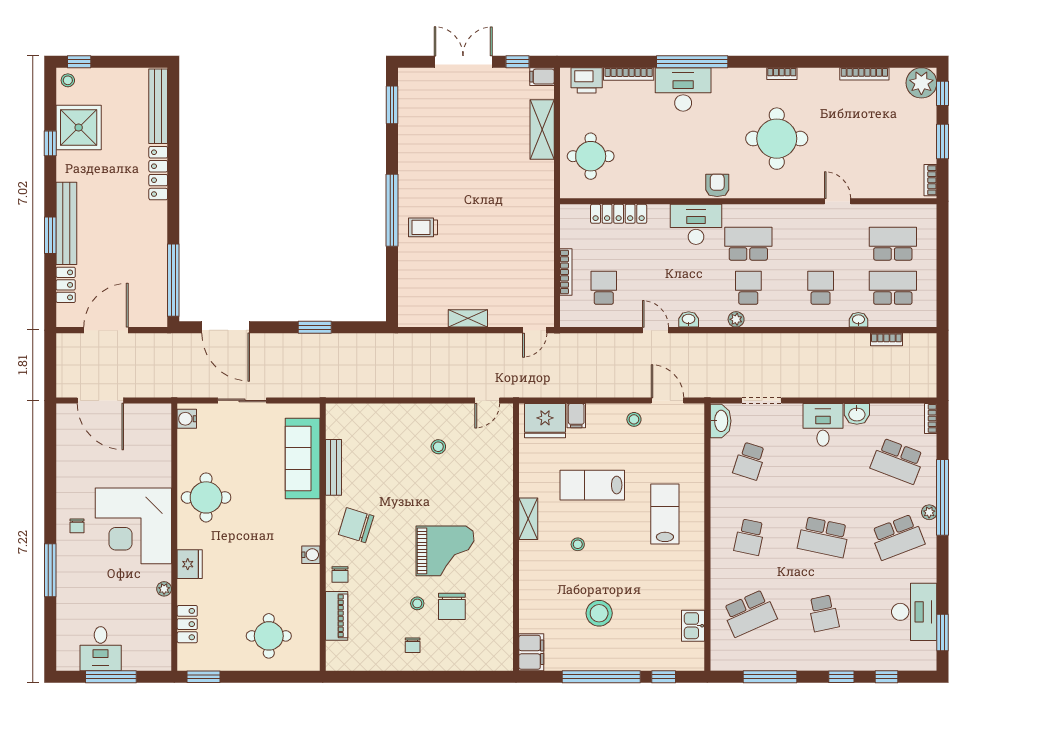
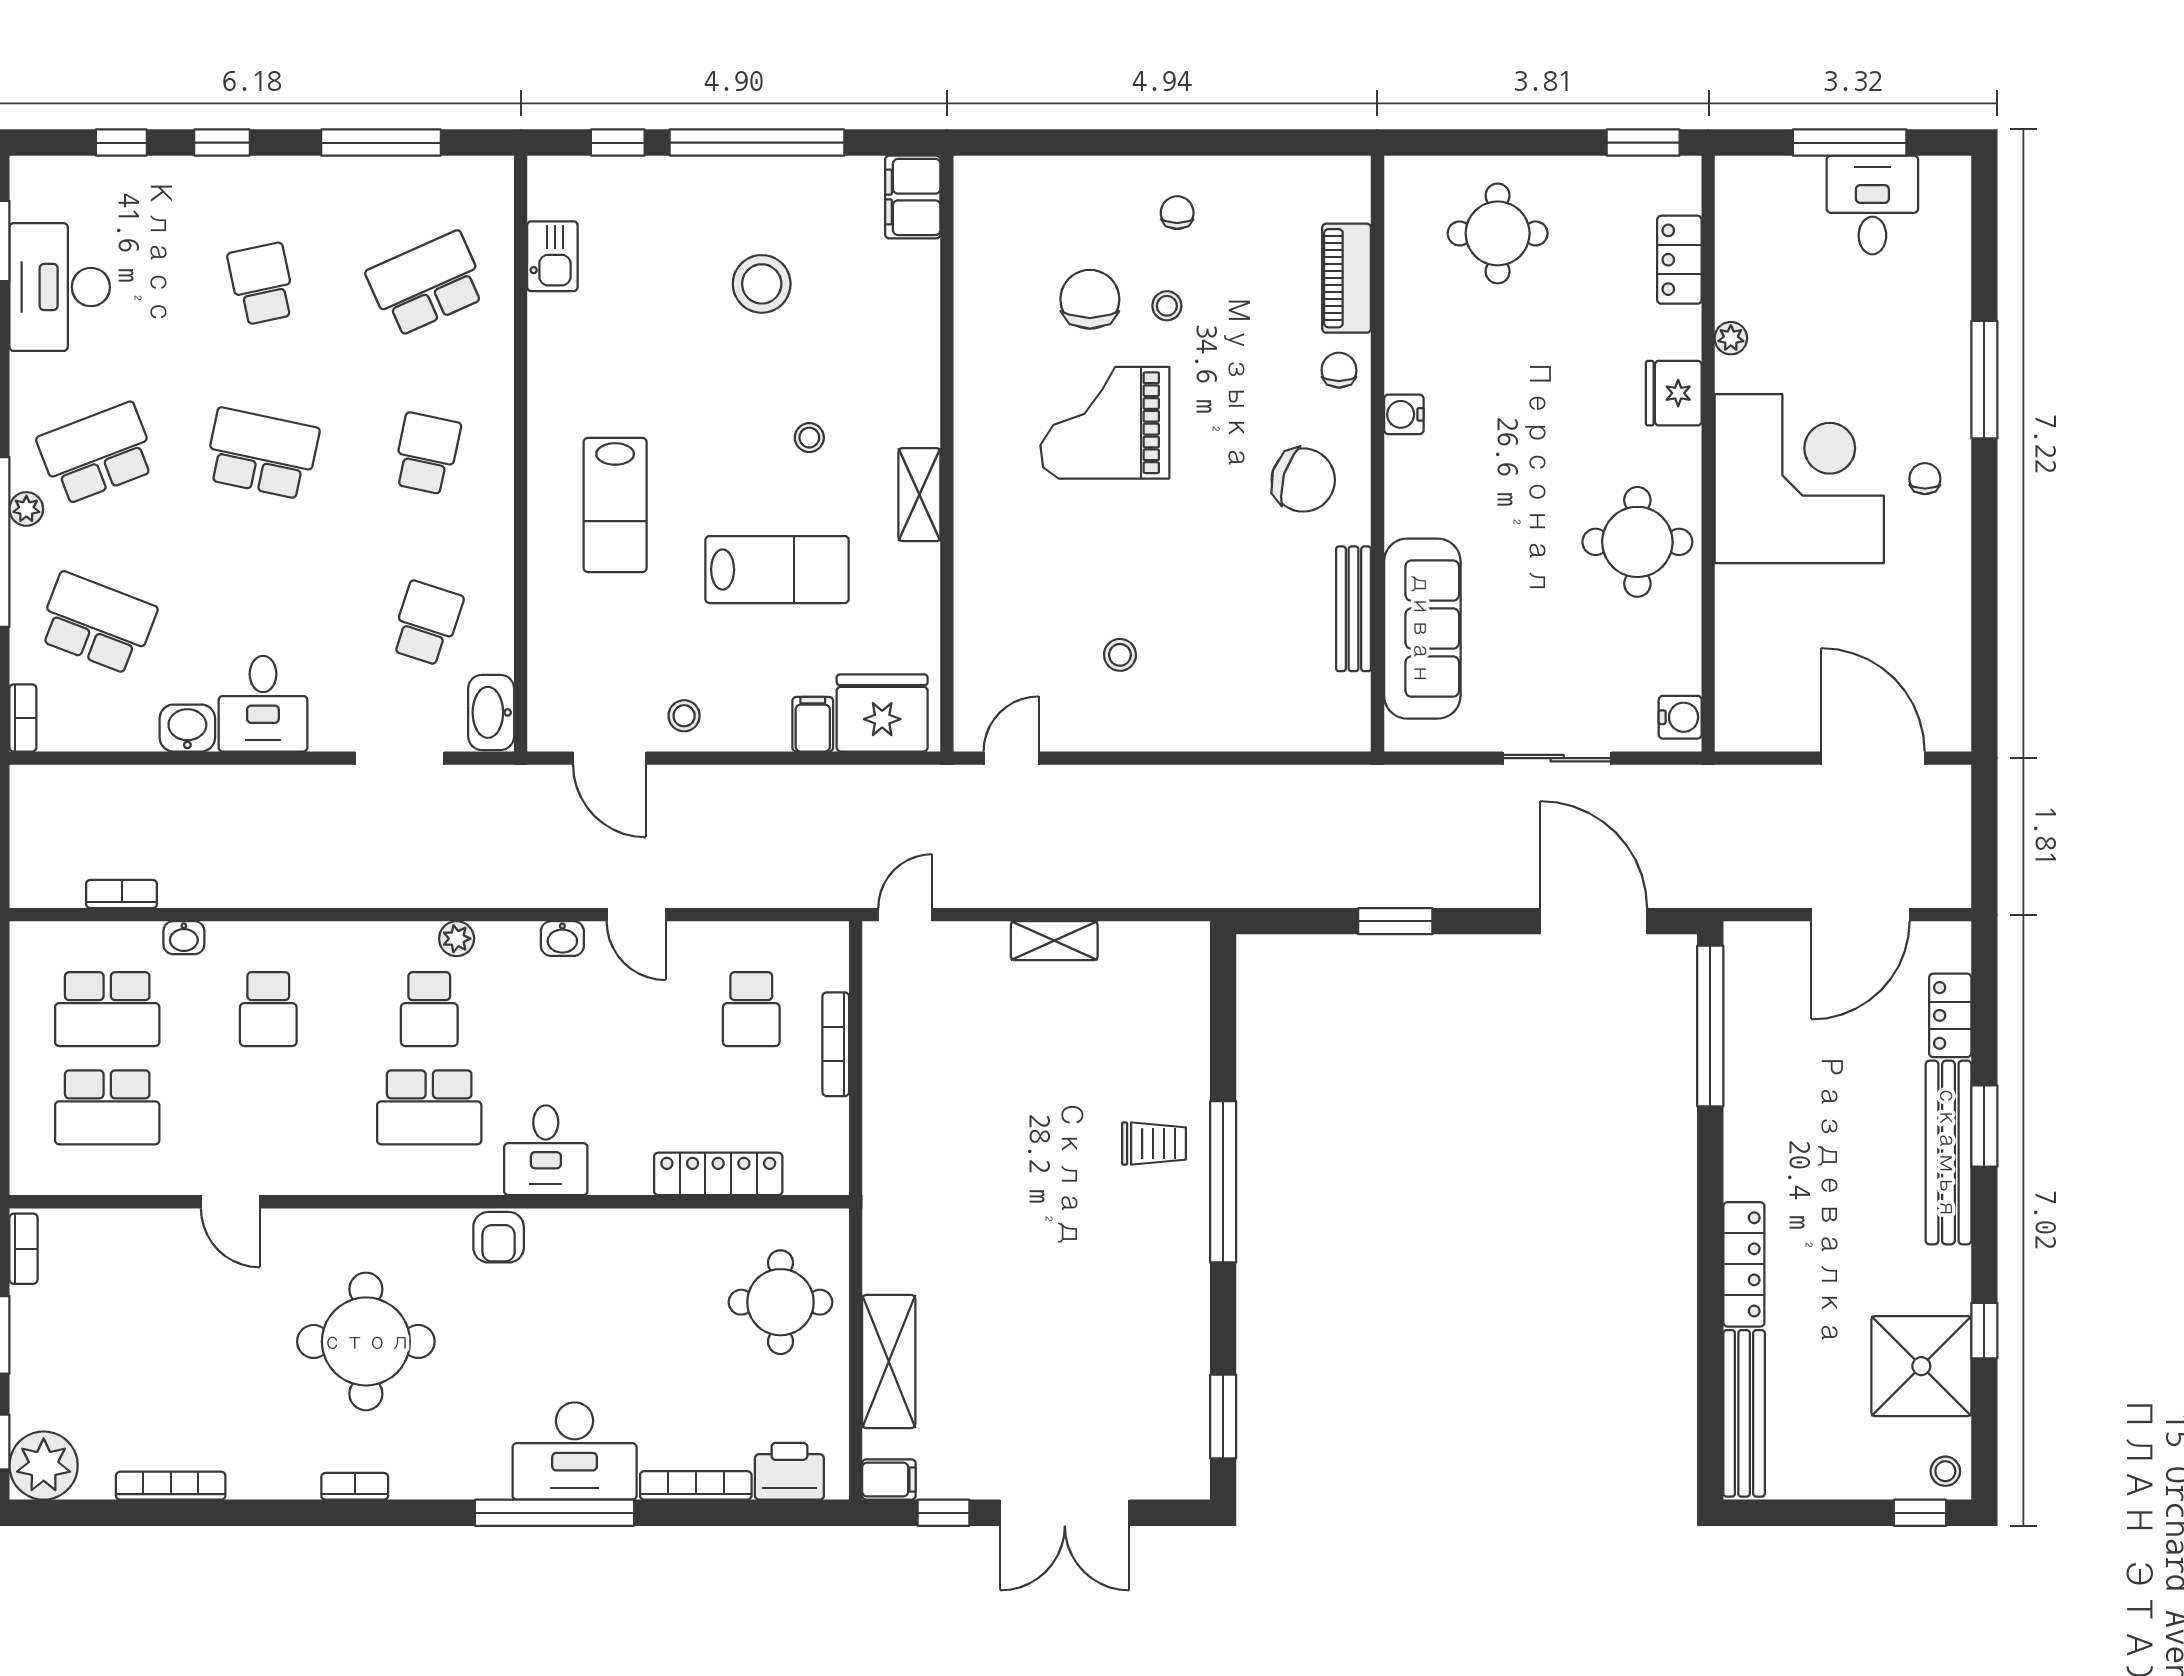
desk: (696, 224) -> (546, 1150), width x0.73

